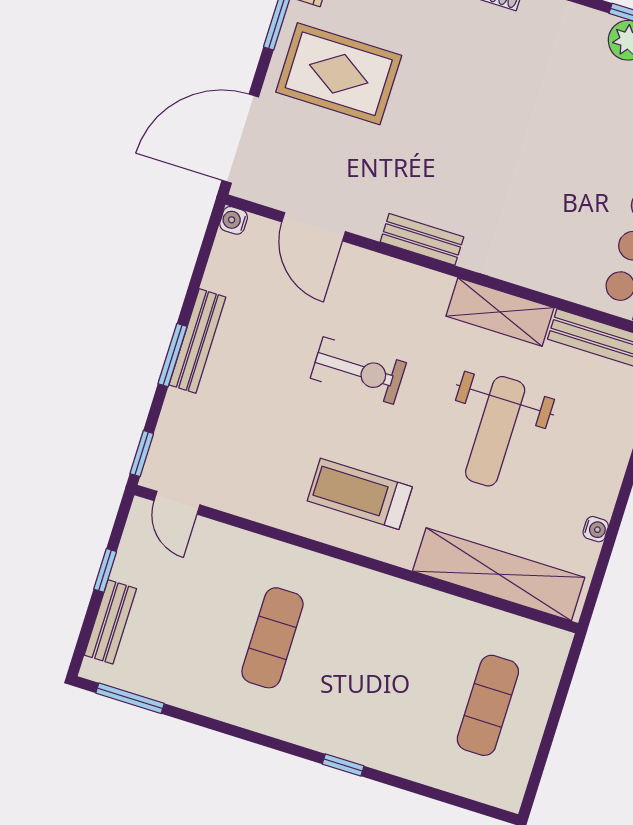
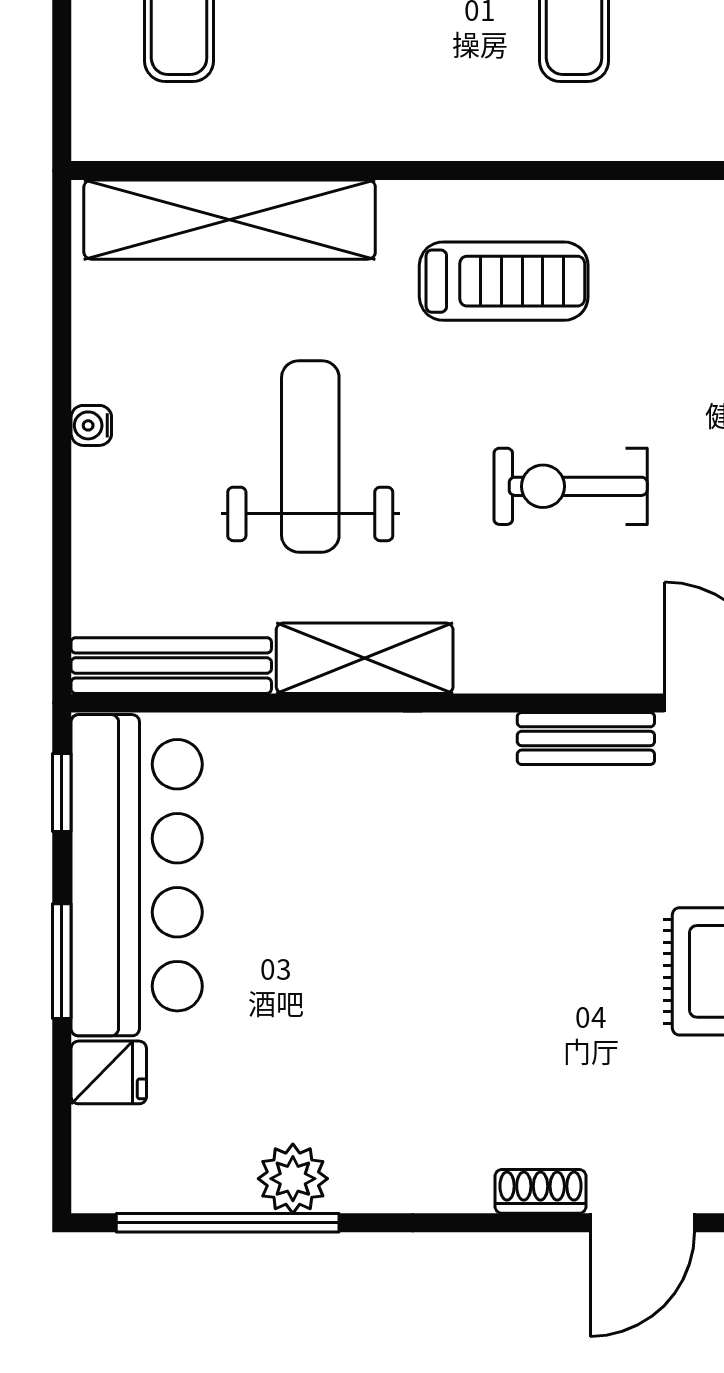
bench: (422, 239) -> (586, 738), moved
water cooler: (596, 529) -> (91, 425), moved

